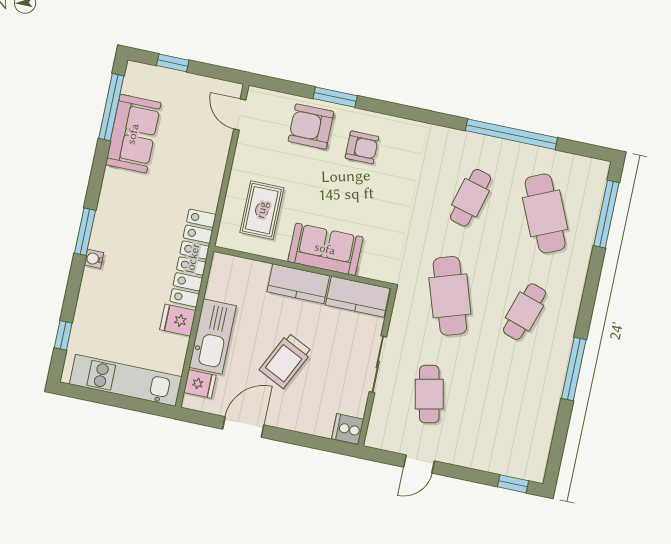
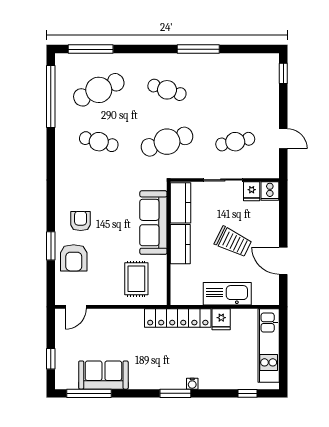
window: (511, 134) -> (51, 96), moved
rug: (262, 210) -> (136, 279), turned 90
sofa: (325, 249) -> (153, 223), width x1.36
fridge: (200, 384) -> (252, 191), moved, turned 180

